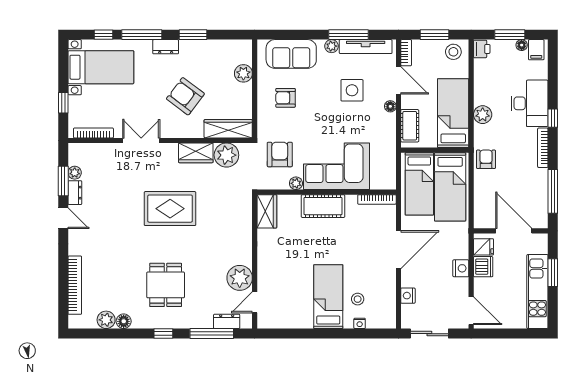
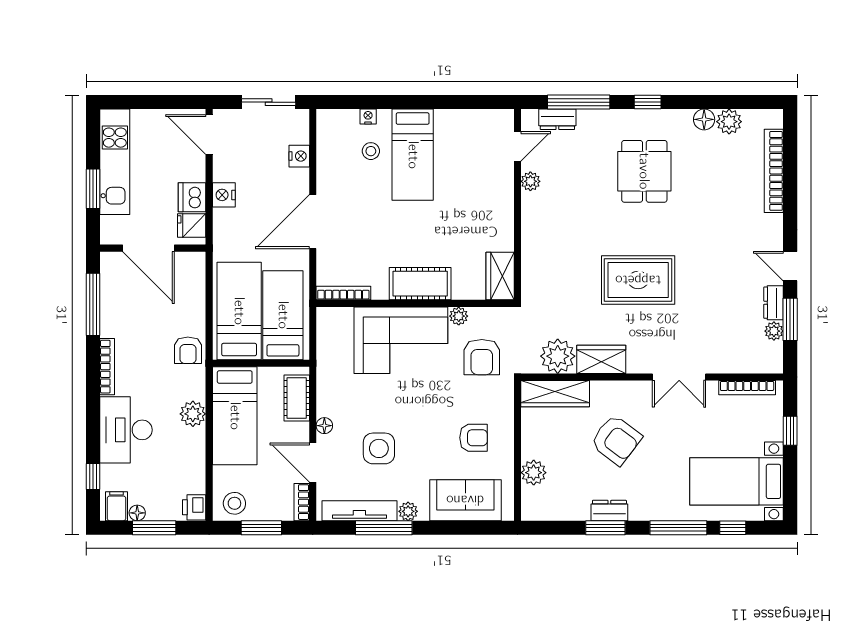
dresser: (166, 47) -> (609, 511), moved
window: (553, 118) -> (93, 477), moved
plant: (240, 278) -> (530, 181), width x0.53, depth x0.53

